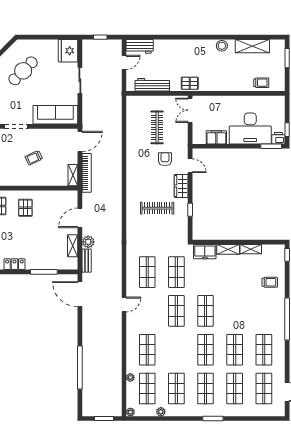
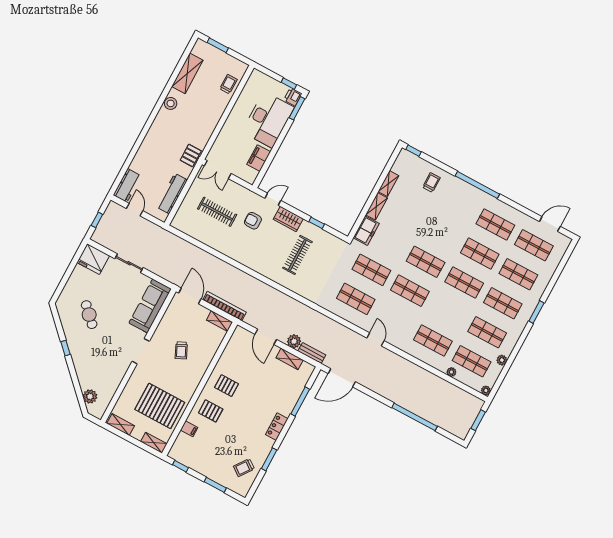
cafe table: (23, 71) -> (89, 315), width x0.73, depth x0.74

